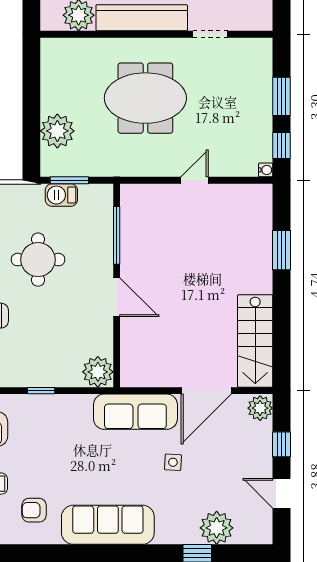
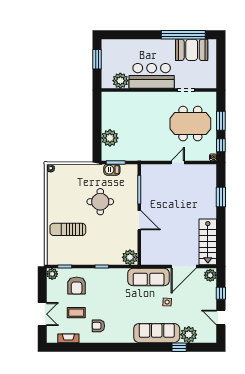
meeting table: (145, 98) -> (190, 124), moved
sofa: (108, 525) -> (157, 333), moved

